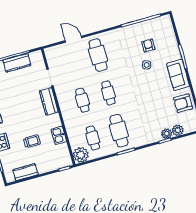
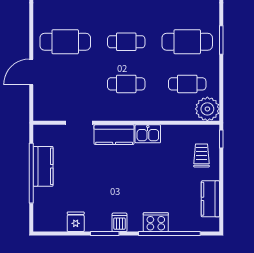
kitchen sink: (59, 135) -> (148, 134), moved
trolley: (32, 141) -> (202, 155), moved

